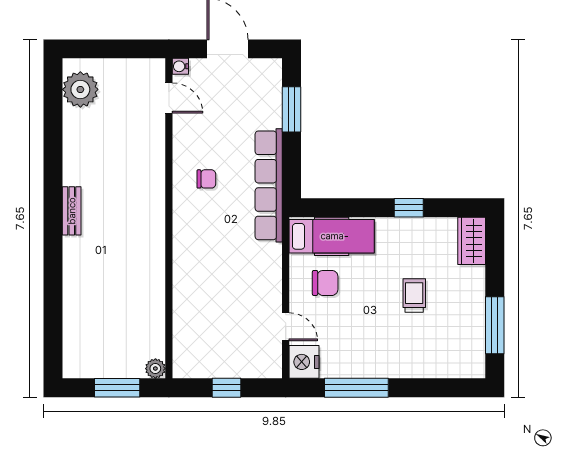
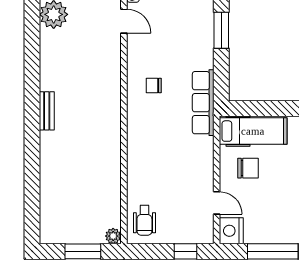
chair: (206, 179) -> (154, 86), turned 180
row of seats: (269, 185) -> (203, 103), width x0.73
wheelchair: (195, 349) -> (144, 220), added
window: (226, 388) -> (185, 251), moved

